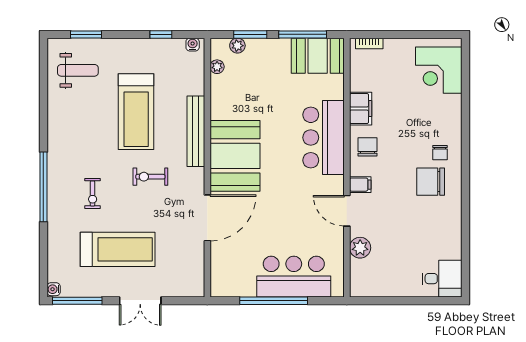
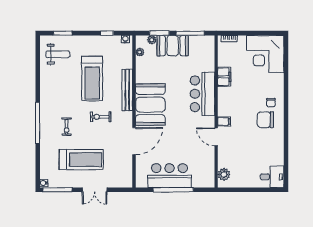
booth: (318, 56) -> (173, 46), moved
corner desk: (439, 70) -> (265, 54), width x1.36, depth x1.36
chair: (368, 147) -> (228, 99), removed
plant: (360, 248) -> (224, 174), moved
bar counter: (294, 277) -> (169, 176), moved

